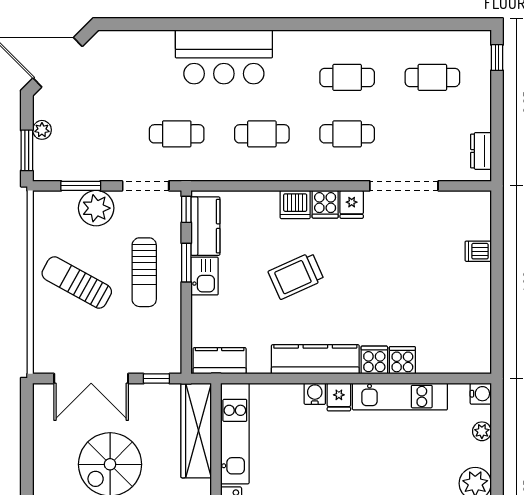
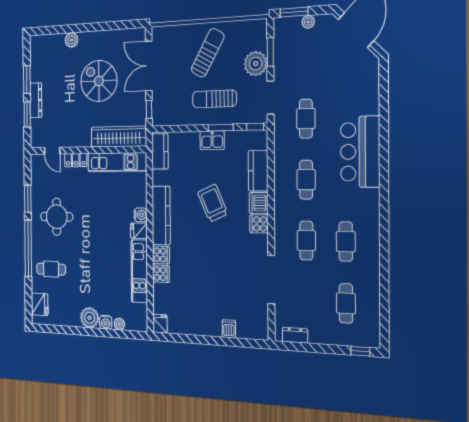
fridge: (352, 204) -> (160, 324), moved, turned 90
kitchen counter: (205, 226) -> (258, 171), moved, turned 90
water cooler: (481, 394) -> (106, 322), moved

